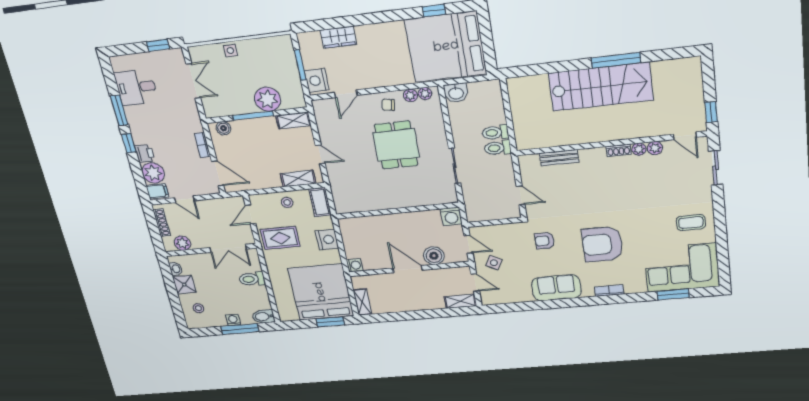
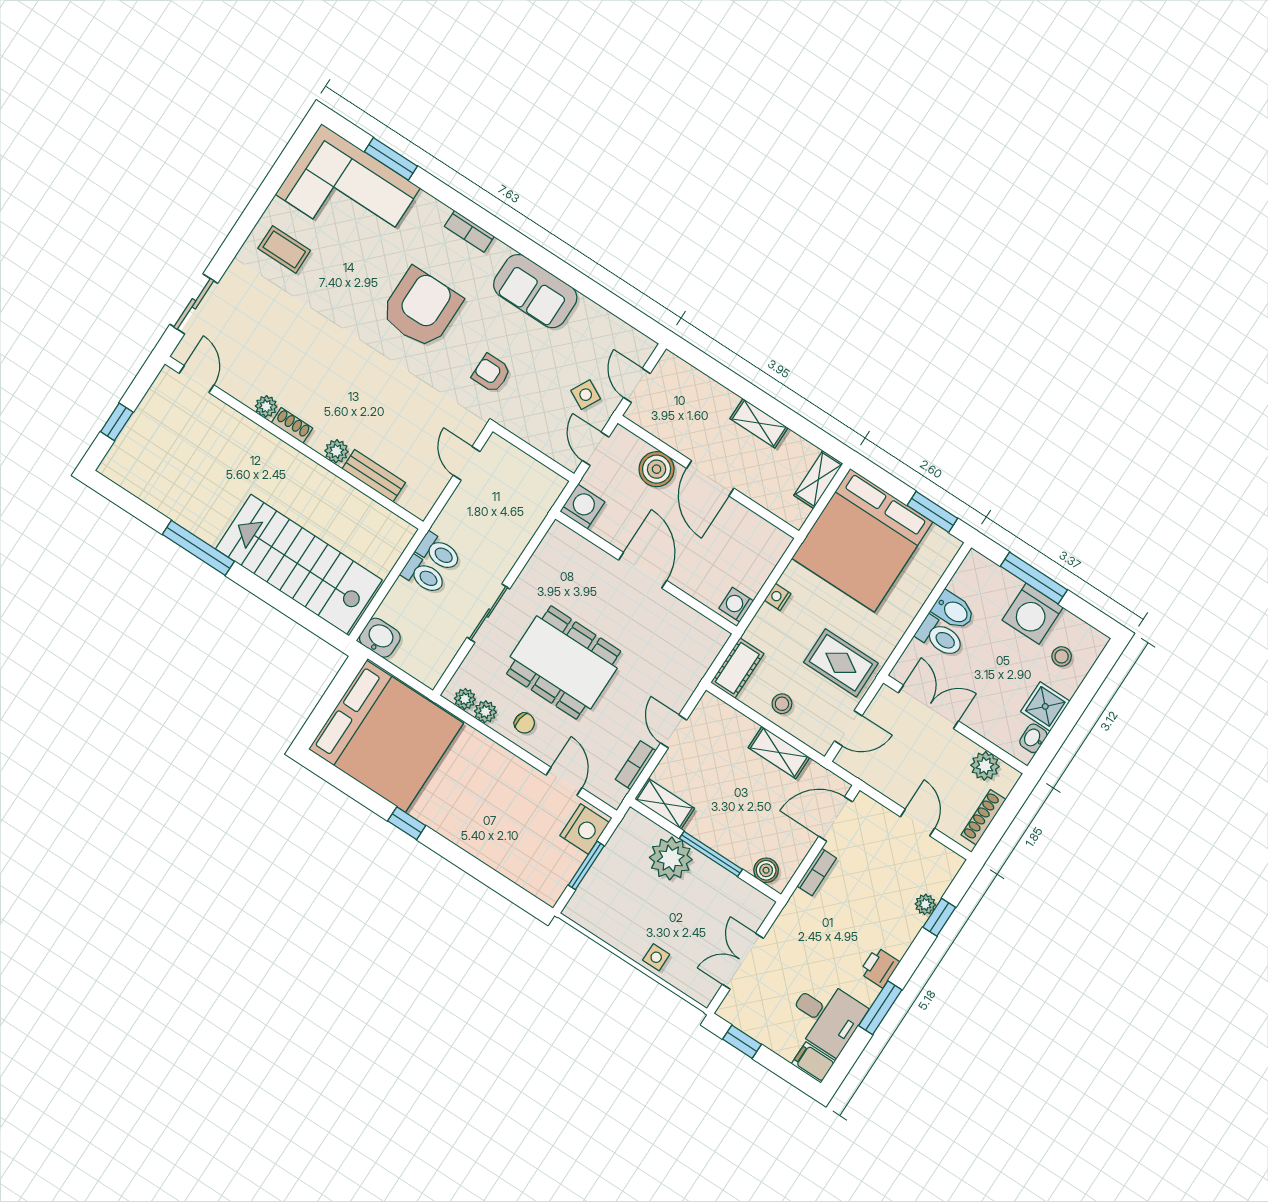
window: (434, 11) -> (407, 823), moved
wardrobe: (338, 37) -> (505, 859), removed
stairs: (601, 87) -> (299, 564), moved
washbasin: (456, 93) -> (380, 638), moved
door: (346, 94) -> (564, 781), hinge flipped
window: (711, 112) -> (117, 422), moved
bookcase: (322, 127) -> (636, 765), added
window: (129, 143) -> (939, 917), moved
dining table: (396, 145) -> (564, 662), width x1.38
plant: (655, 148) -> (336, 451), moved
printer: (145, 154) -> (879, 967), moved
sliding door: (455, 166) -> (488, 613), moved
plant: (153, 173) -> (925, 904), width x0.53, depth x0.53
door: (218, 173) -> (836, 819), hinge flipped
shelving: (298, 178) -> (779, 753), moved
filing cabinet: (157, 191) -> (813, 1062), moved
door: (400, 210) -> (643, 570), added
nightstand: (327, 240) -> (778, 597), width x0.53, depth x0.56
armchair: (545, 241) -> (491, 373), turned 180
armchair: (602, 244) -> (421, 308), turned -90
washing machine: (355, 265) -> (736, 605), moved
shelving: (460, 301) -> (759, 423), moved
bidet: (263, 317) -> (953, 610), moved
washing machine: (233, 320) -> (1033, 614), width x1.89, depth x1.89
window: (330, 322) -> (932, 512), moved

